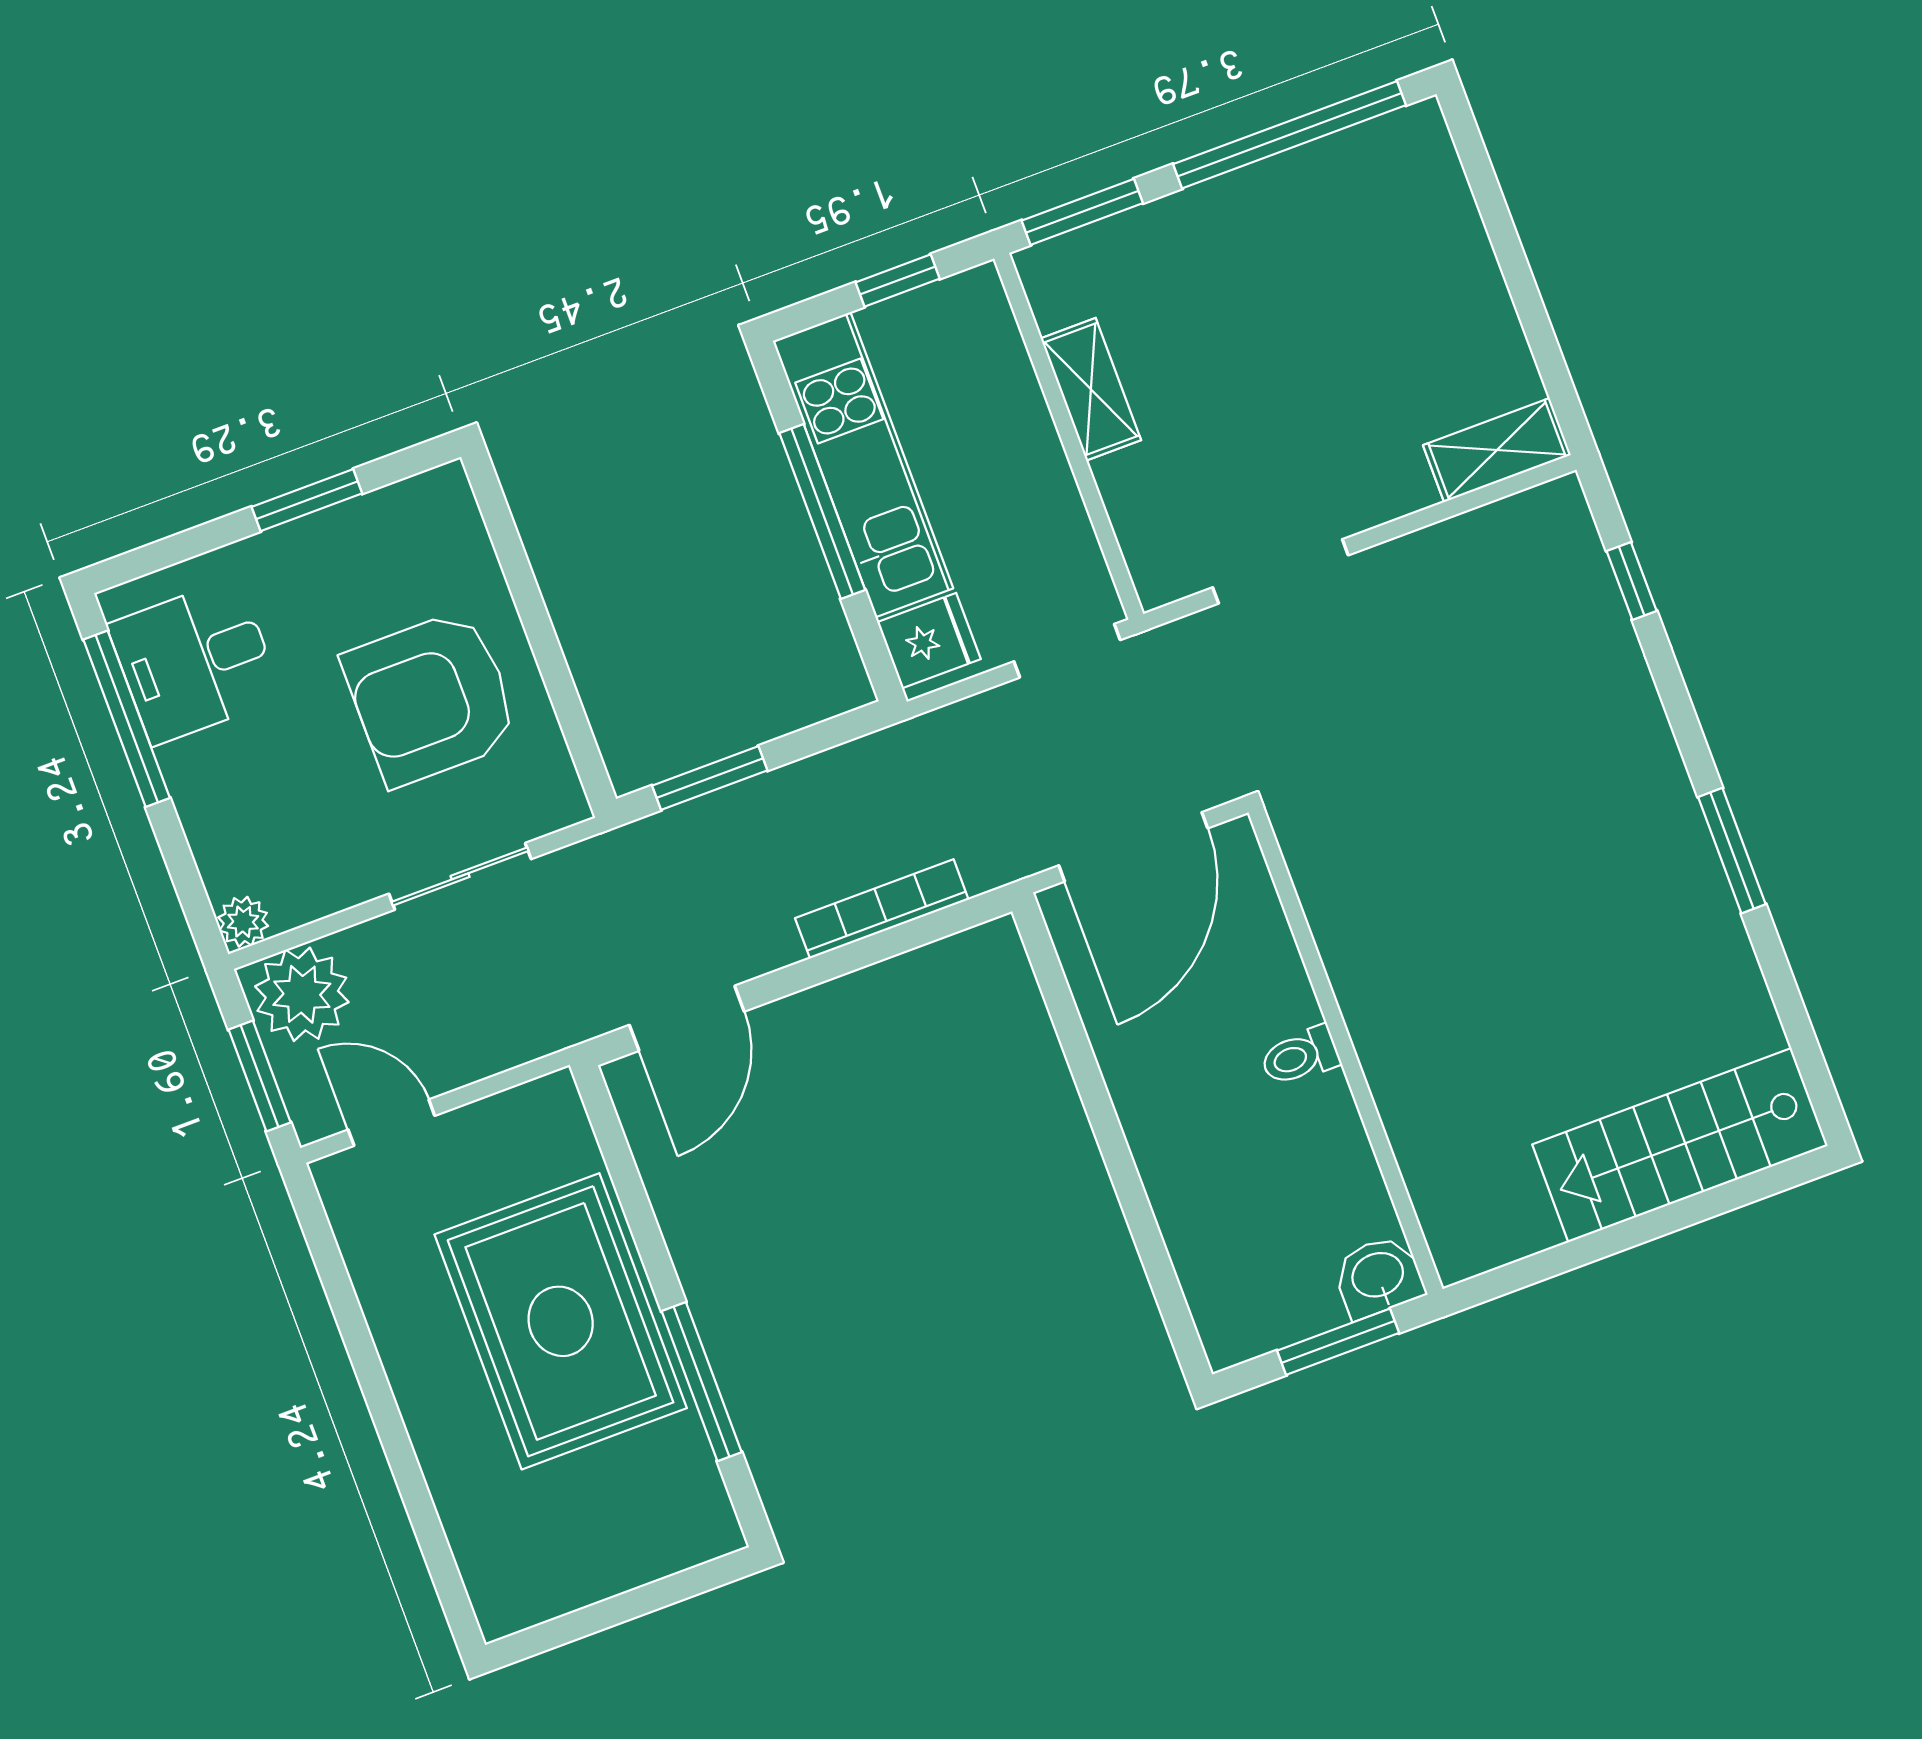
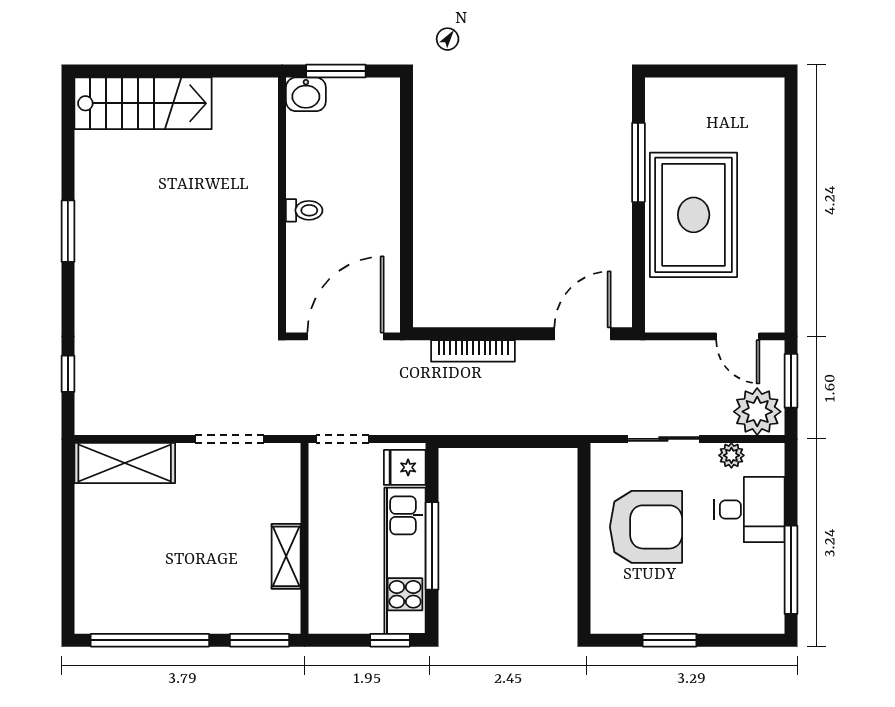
window: (898, 281) -> (390, 640), moved
shelving: (1497, 450) -> (125, 463), width x1.50, depth x1.33
desk: (195, 661) -> (749, 510), moved
window: (710, 778) -> (530, 441), removed
plant: (243, 922) -> (731, 455), moved

